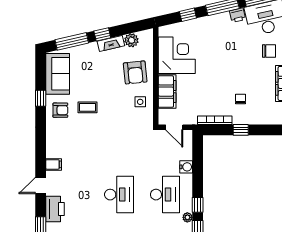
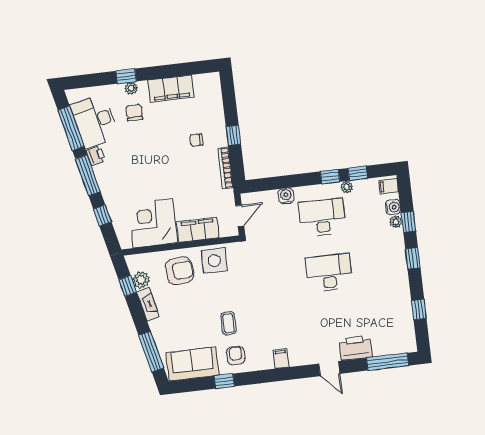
window: (102, 34) -> (128, 286), moved
side table: (140, 102) -> (214, 261), width x1.87, depth x1.87
filing cabinet: (54, 164) -> (281, 358), moved

